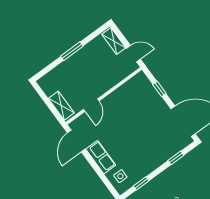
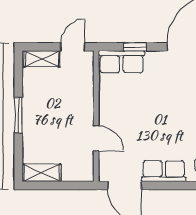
row of seats: (145, 87) -> (121, 62), added
shelving: (61, 106) -> (42, 173), moved

